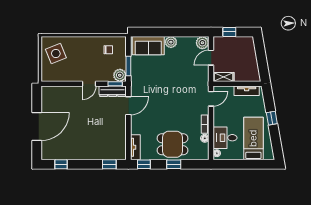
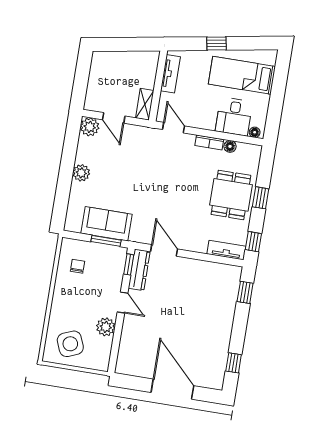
window: (229, 32) -> (80, 85), removed
sofa: (148, 46) -> (107, 224), moved, turned -90
plant: (120, 75) -> (106, 327), moved

